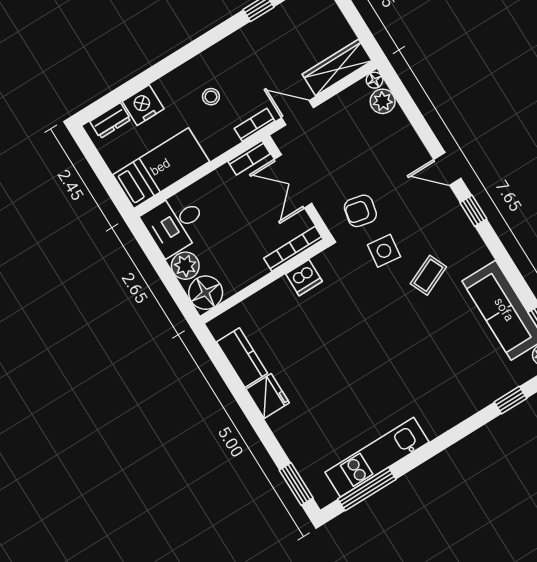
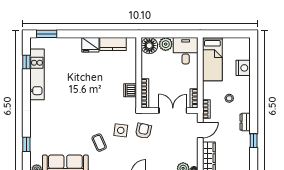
dresser: (110, 121) -> (245, 122), moved
window: (367, 489) -> (26, 62), width x0.46

